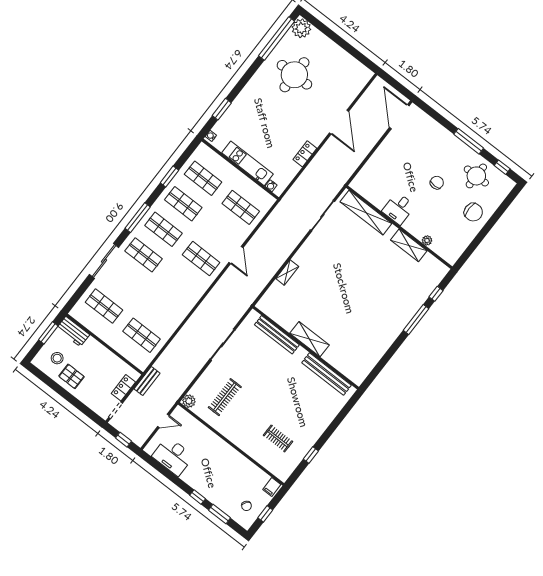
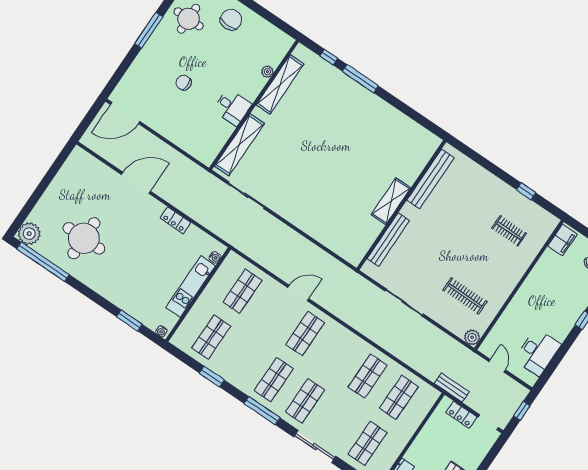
chair: (437, 183) -> (184, 83), moved
shop shelf: (183, 204) -> (368, 376), moved
shelving: (409, 245) -> (280, 84), width x1.47
shelving: (287, 272) -> (315, 232), removed
clothes rail: (278, 438) -> (509, 231), turned 90
filing cabinet: (272, 487) -> (562, 240), width x2.00

